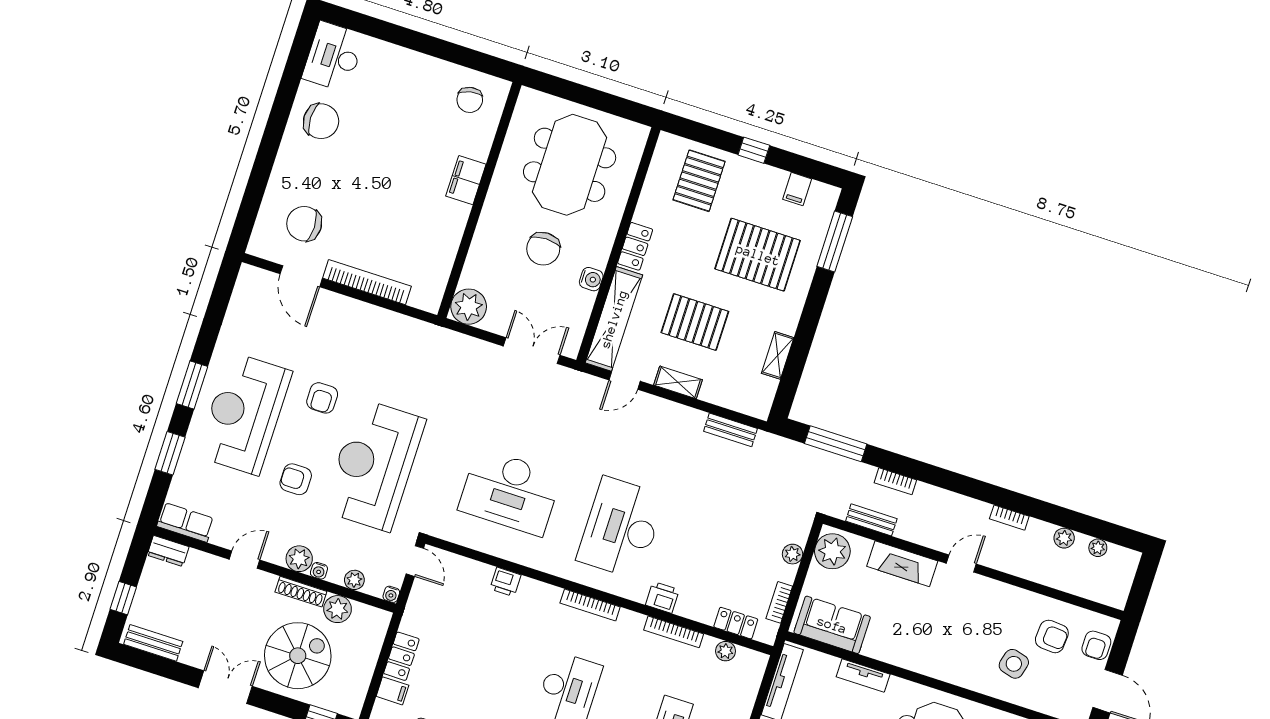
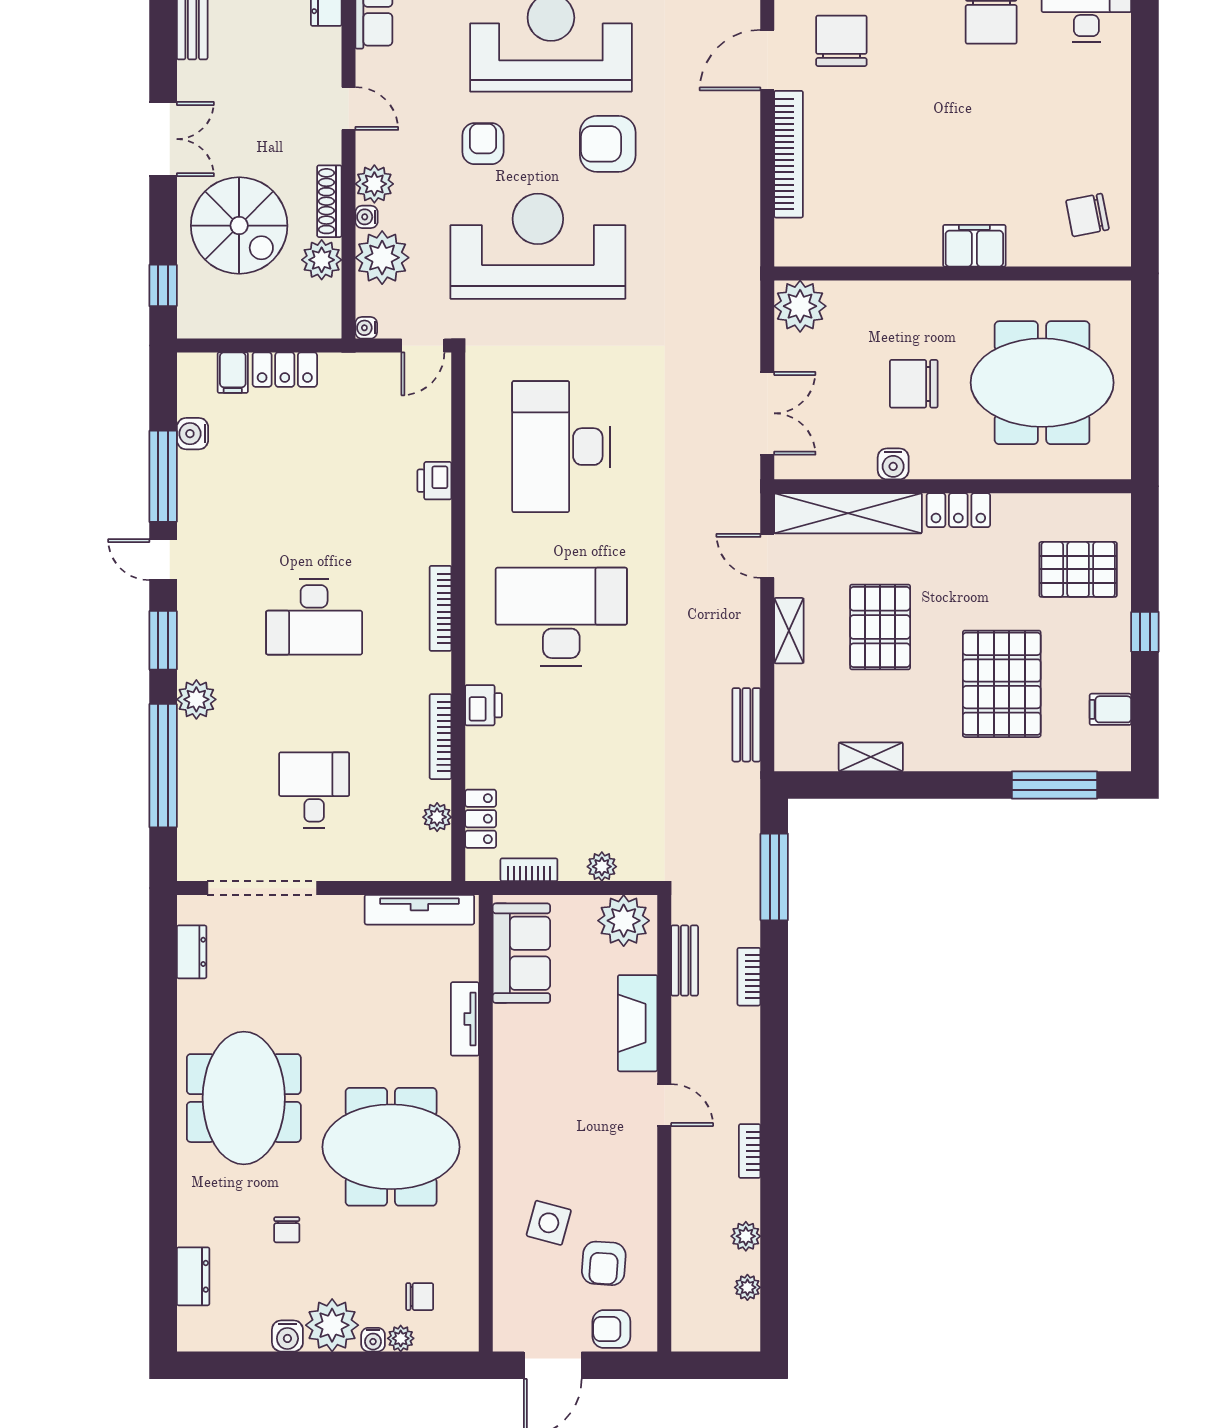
armchair: (322, 398) -> (608, 144), width x1.38, depth x1.38
plant: (354, 580) -> (382, 258), width x1.87, depth x1.87

